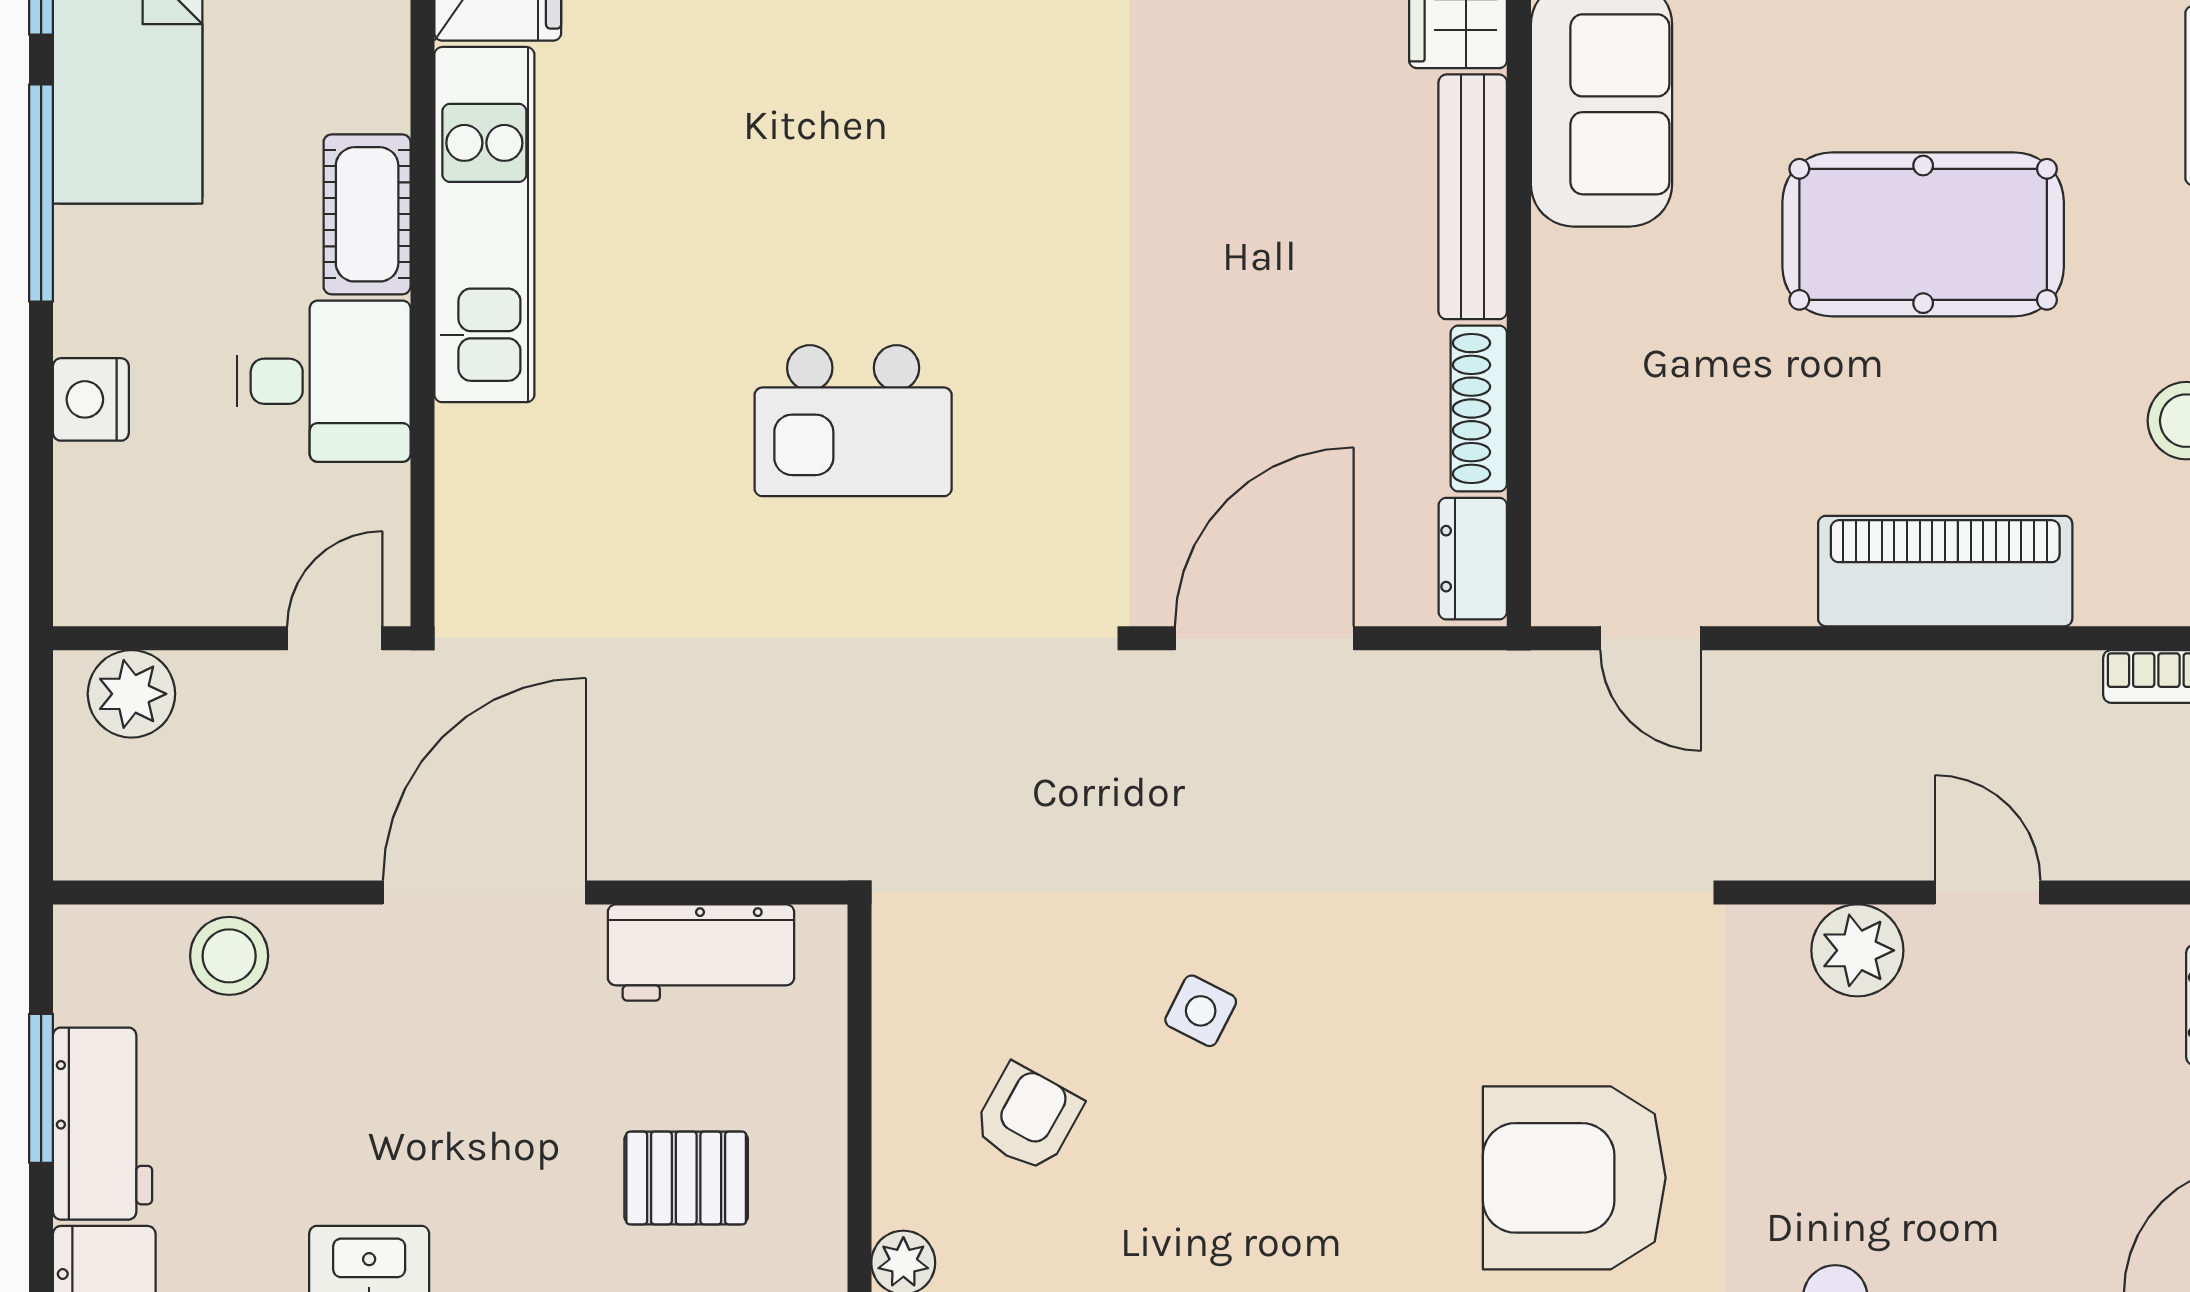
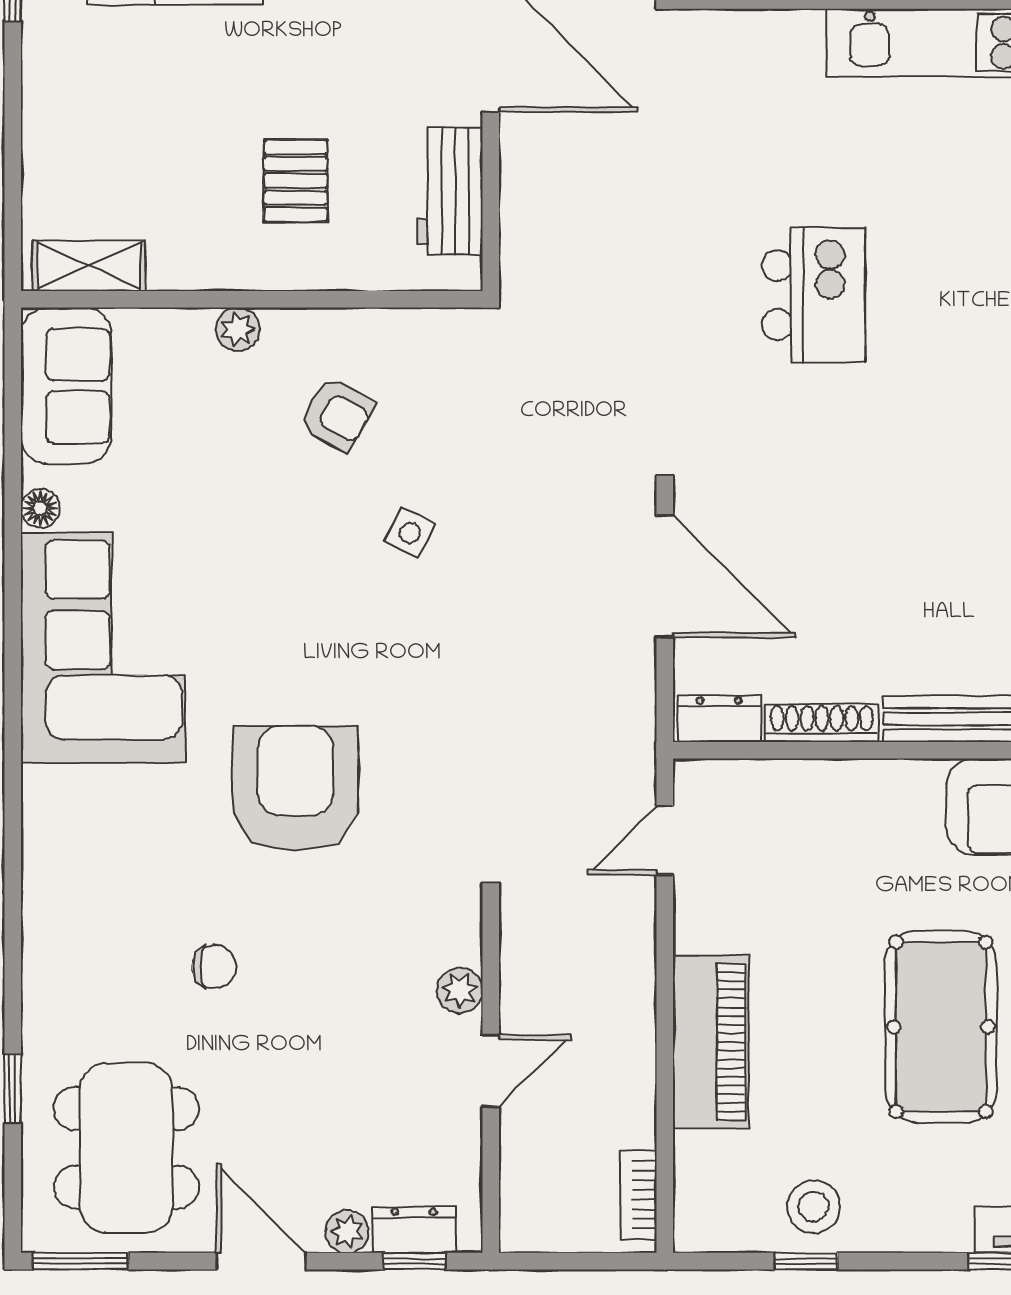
kitchen island: (853, 421) -> (814, 295), turned 180
plant: (1857, 950) -> (460, 990), width x0.73, depth x0.73

